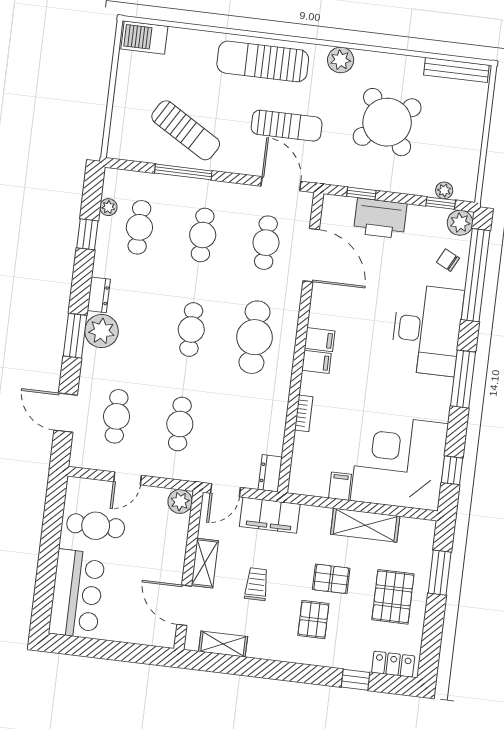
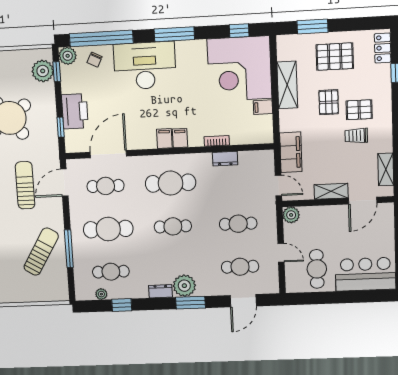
plant: (444, 190) -> (43, 71), width x1.87, depth x1.87
cafe table: (203, 235) -> (108, 229), width x1.37, depth x1.35
dresser: (270, 473) -> (225, 159), moved
trolley: (256, 584) -> (356, 136), moved

